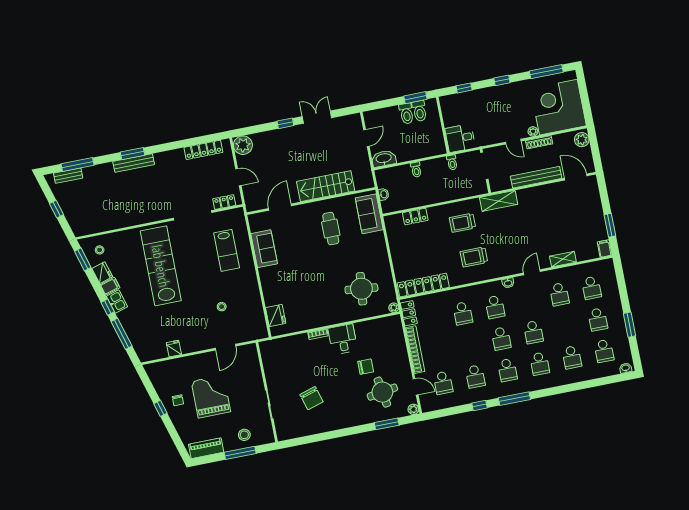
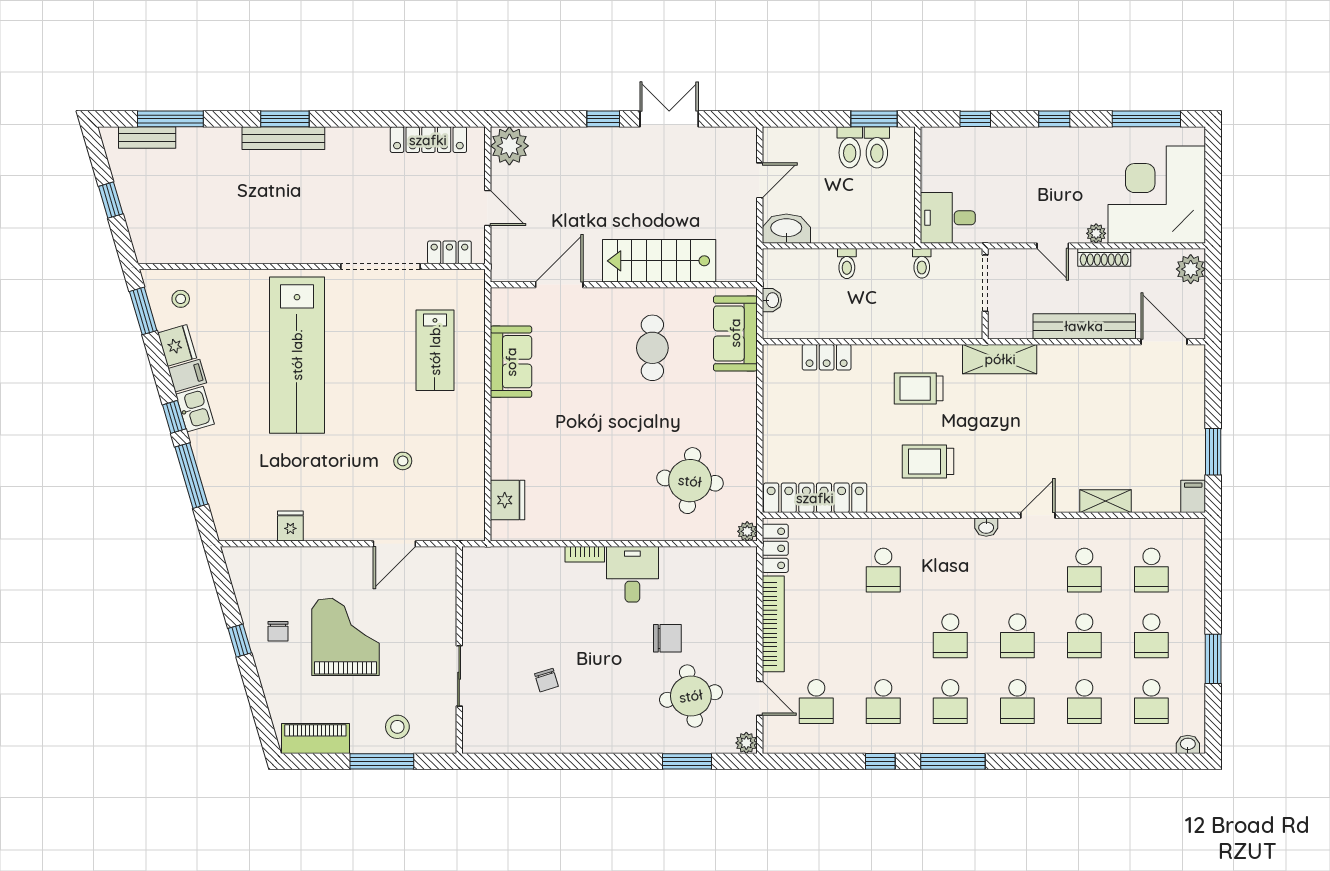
lab bench: (161, 266) -> (297, 355), turned 180
school desk: (495, 307) -> (1084, 636), moved
chair: (312, 398) -> (547, 680), width x0.54, depth x0.54

